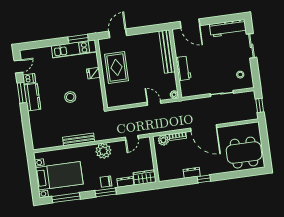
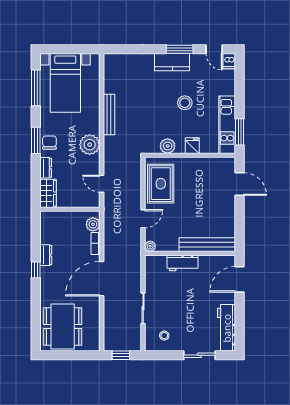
rug: (117, 67) -> (161, 184), moved, turned 90
dishwasher: (29, 79) -> (229, 61), moved
plant: (96, 92) -> (168, 146), added
stool: (70, 97) -> (185, 103), moved

